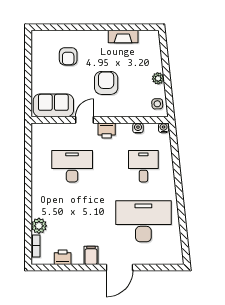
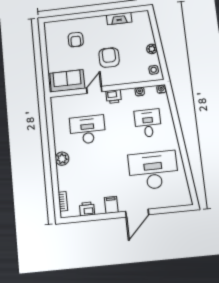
plant: (39, 226) -> (62, 159), moved

